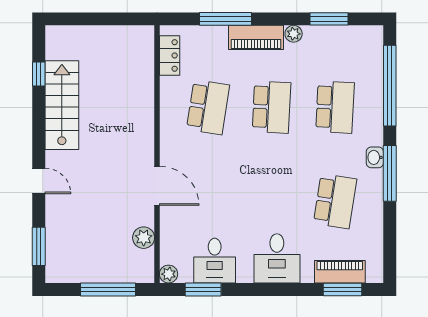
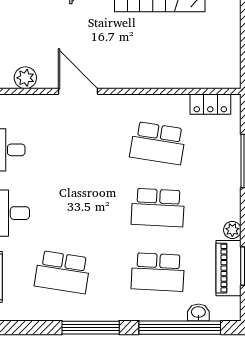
piano: (256, 37) -> (229, 268), moved
washbasin: (375, 157) -> (198, 313), moved
door: (157, 186) -> (78, 91), swing flipped

